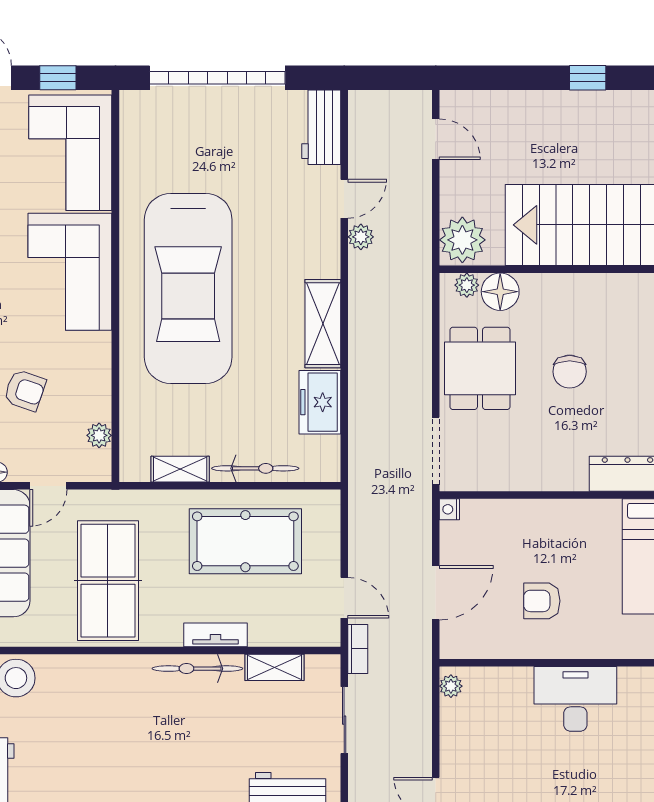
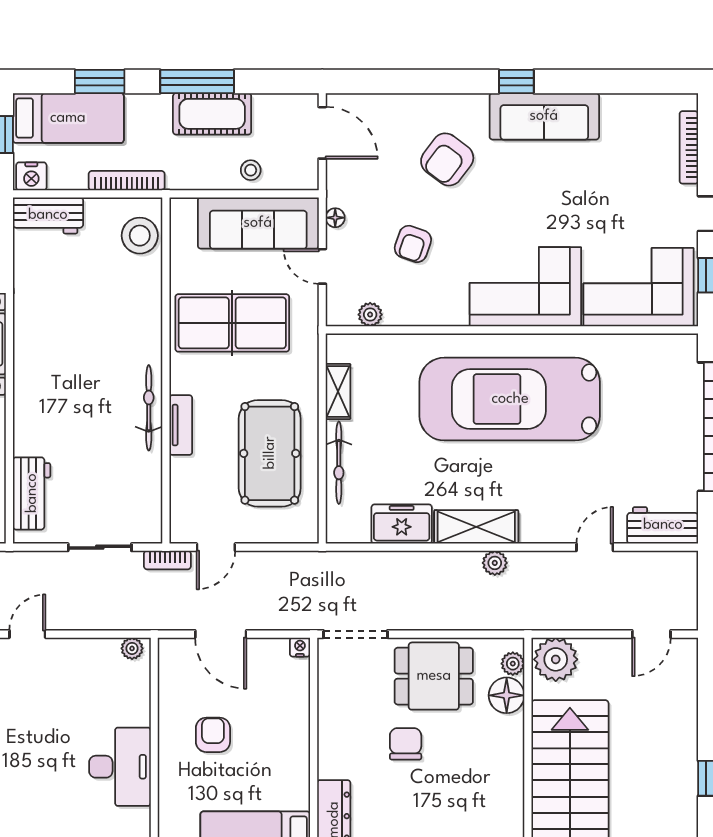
door: (344, 199) -> (595, 547), swing flipped
plant: (361, 237) -> (495, 563), moved
chair: (570, 372) -> (406, 744), moved, turned 90
shelving: (275, 667) -> (150, 481), removed

